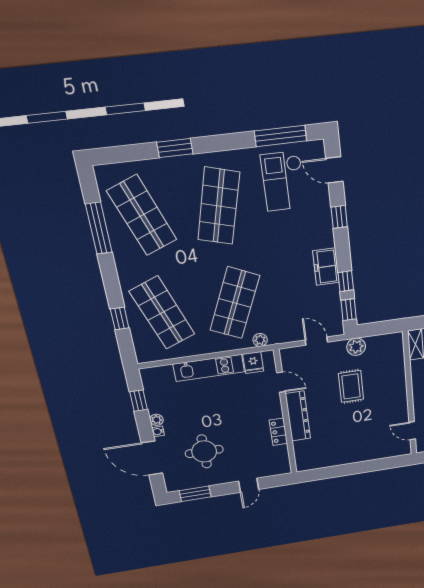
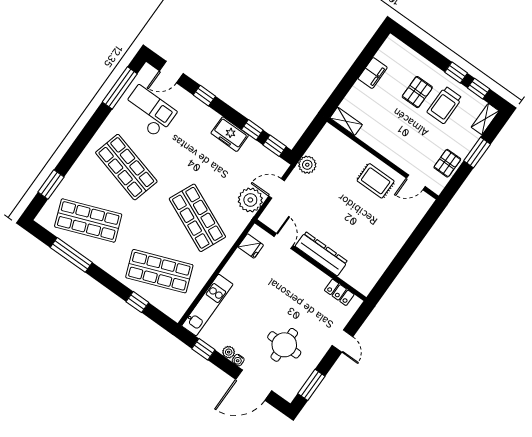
window: (175, 148) -> (51, 184), moved
checkout: (283, 181) -> (148, 111), turned 180
plant: (260, 340) -> (250, 200), moved, width x1.88, depth x1.88
kitchen unit: (209, 368) -> (207, 305), moved
door: (281, 382) -> (284, 241), hinge flipped
rug: (351, 386) -> (376, 181), moved
locker: (278, 432) -> (339, 292), moved

